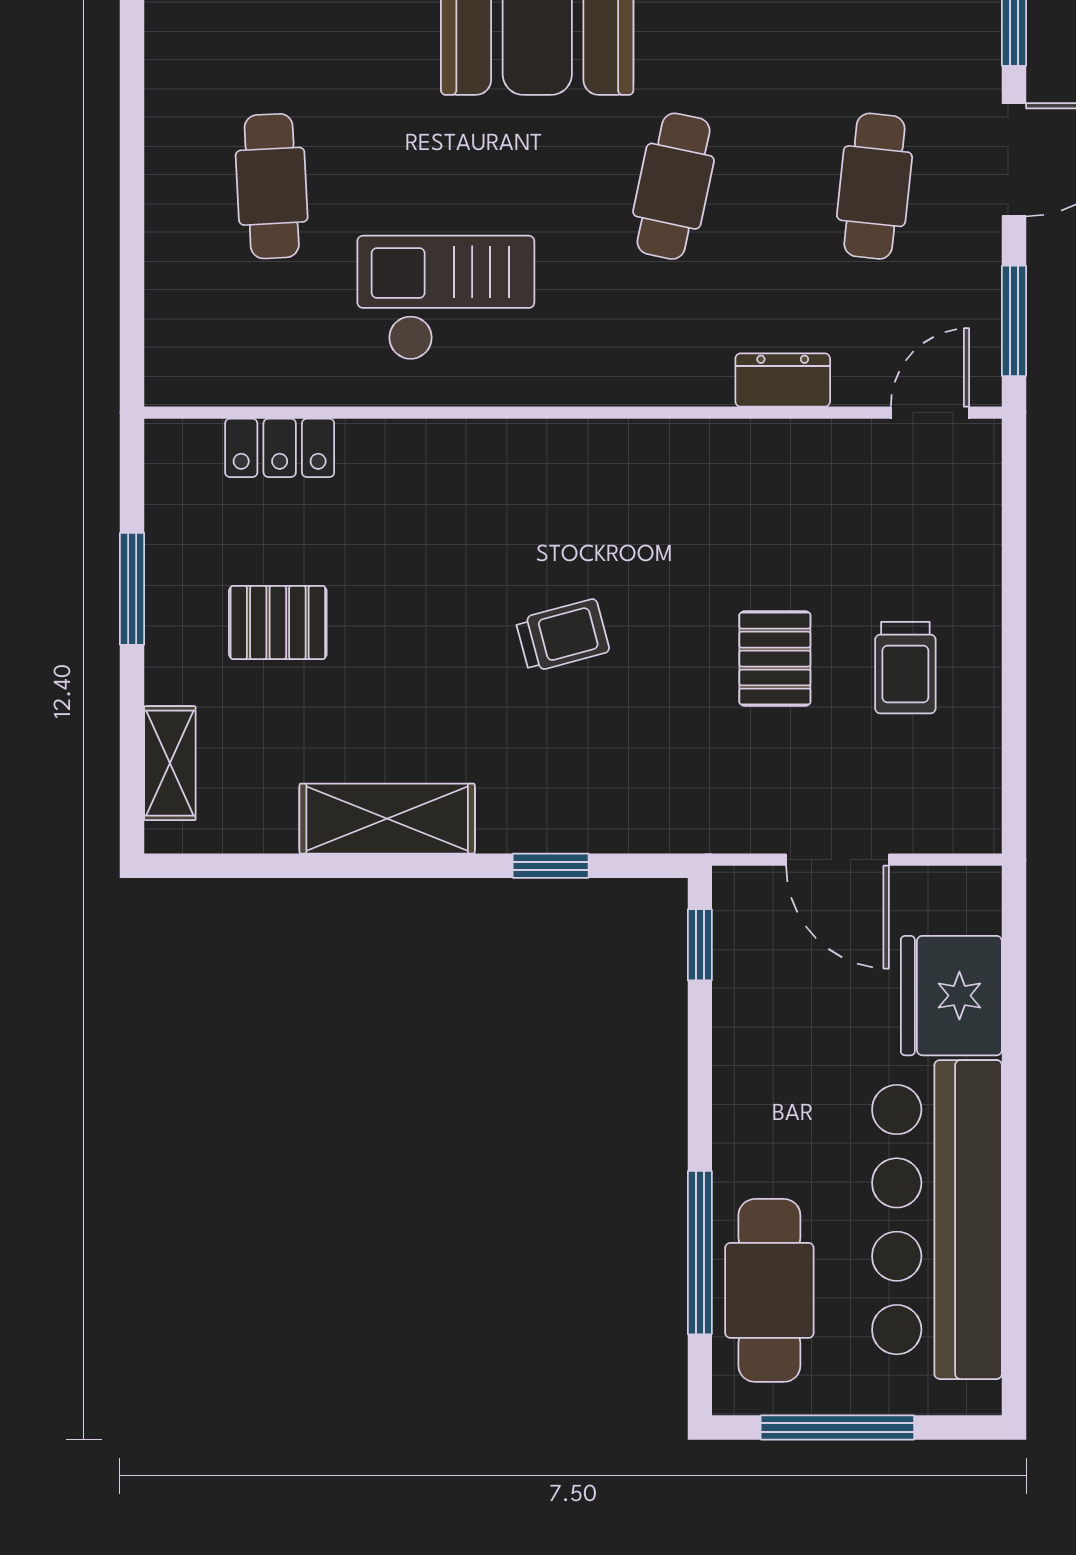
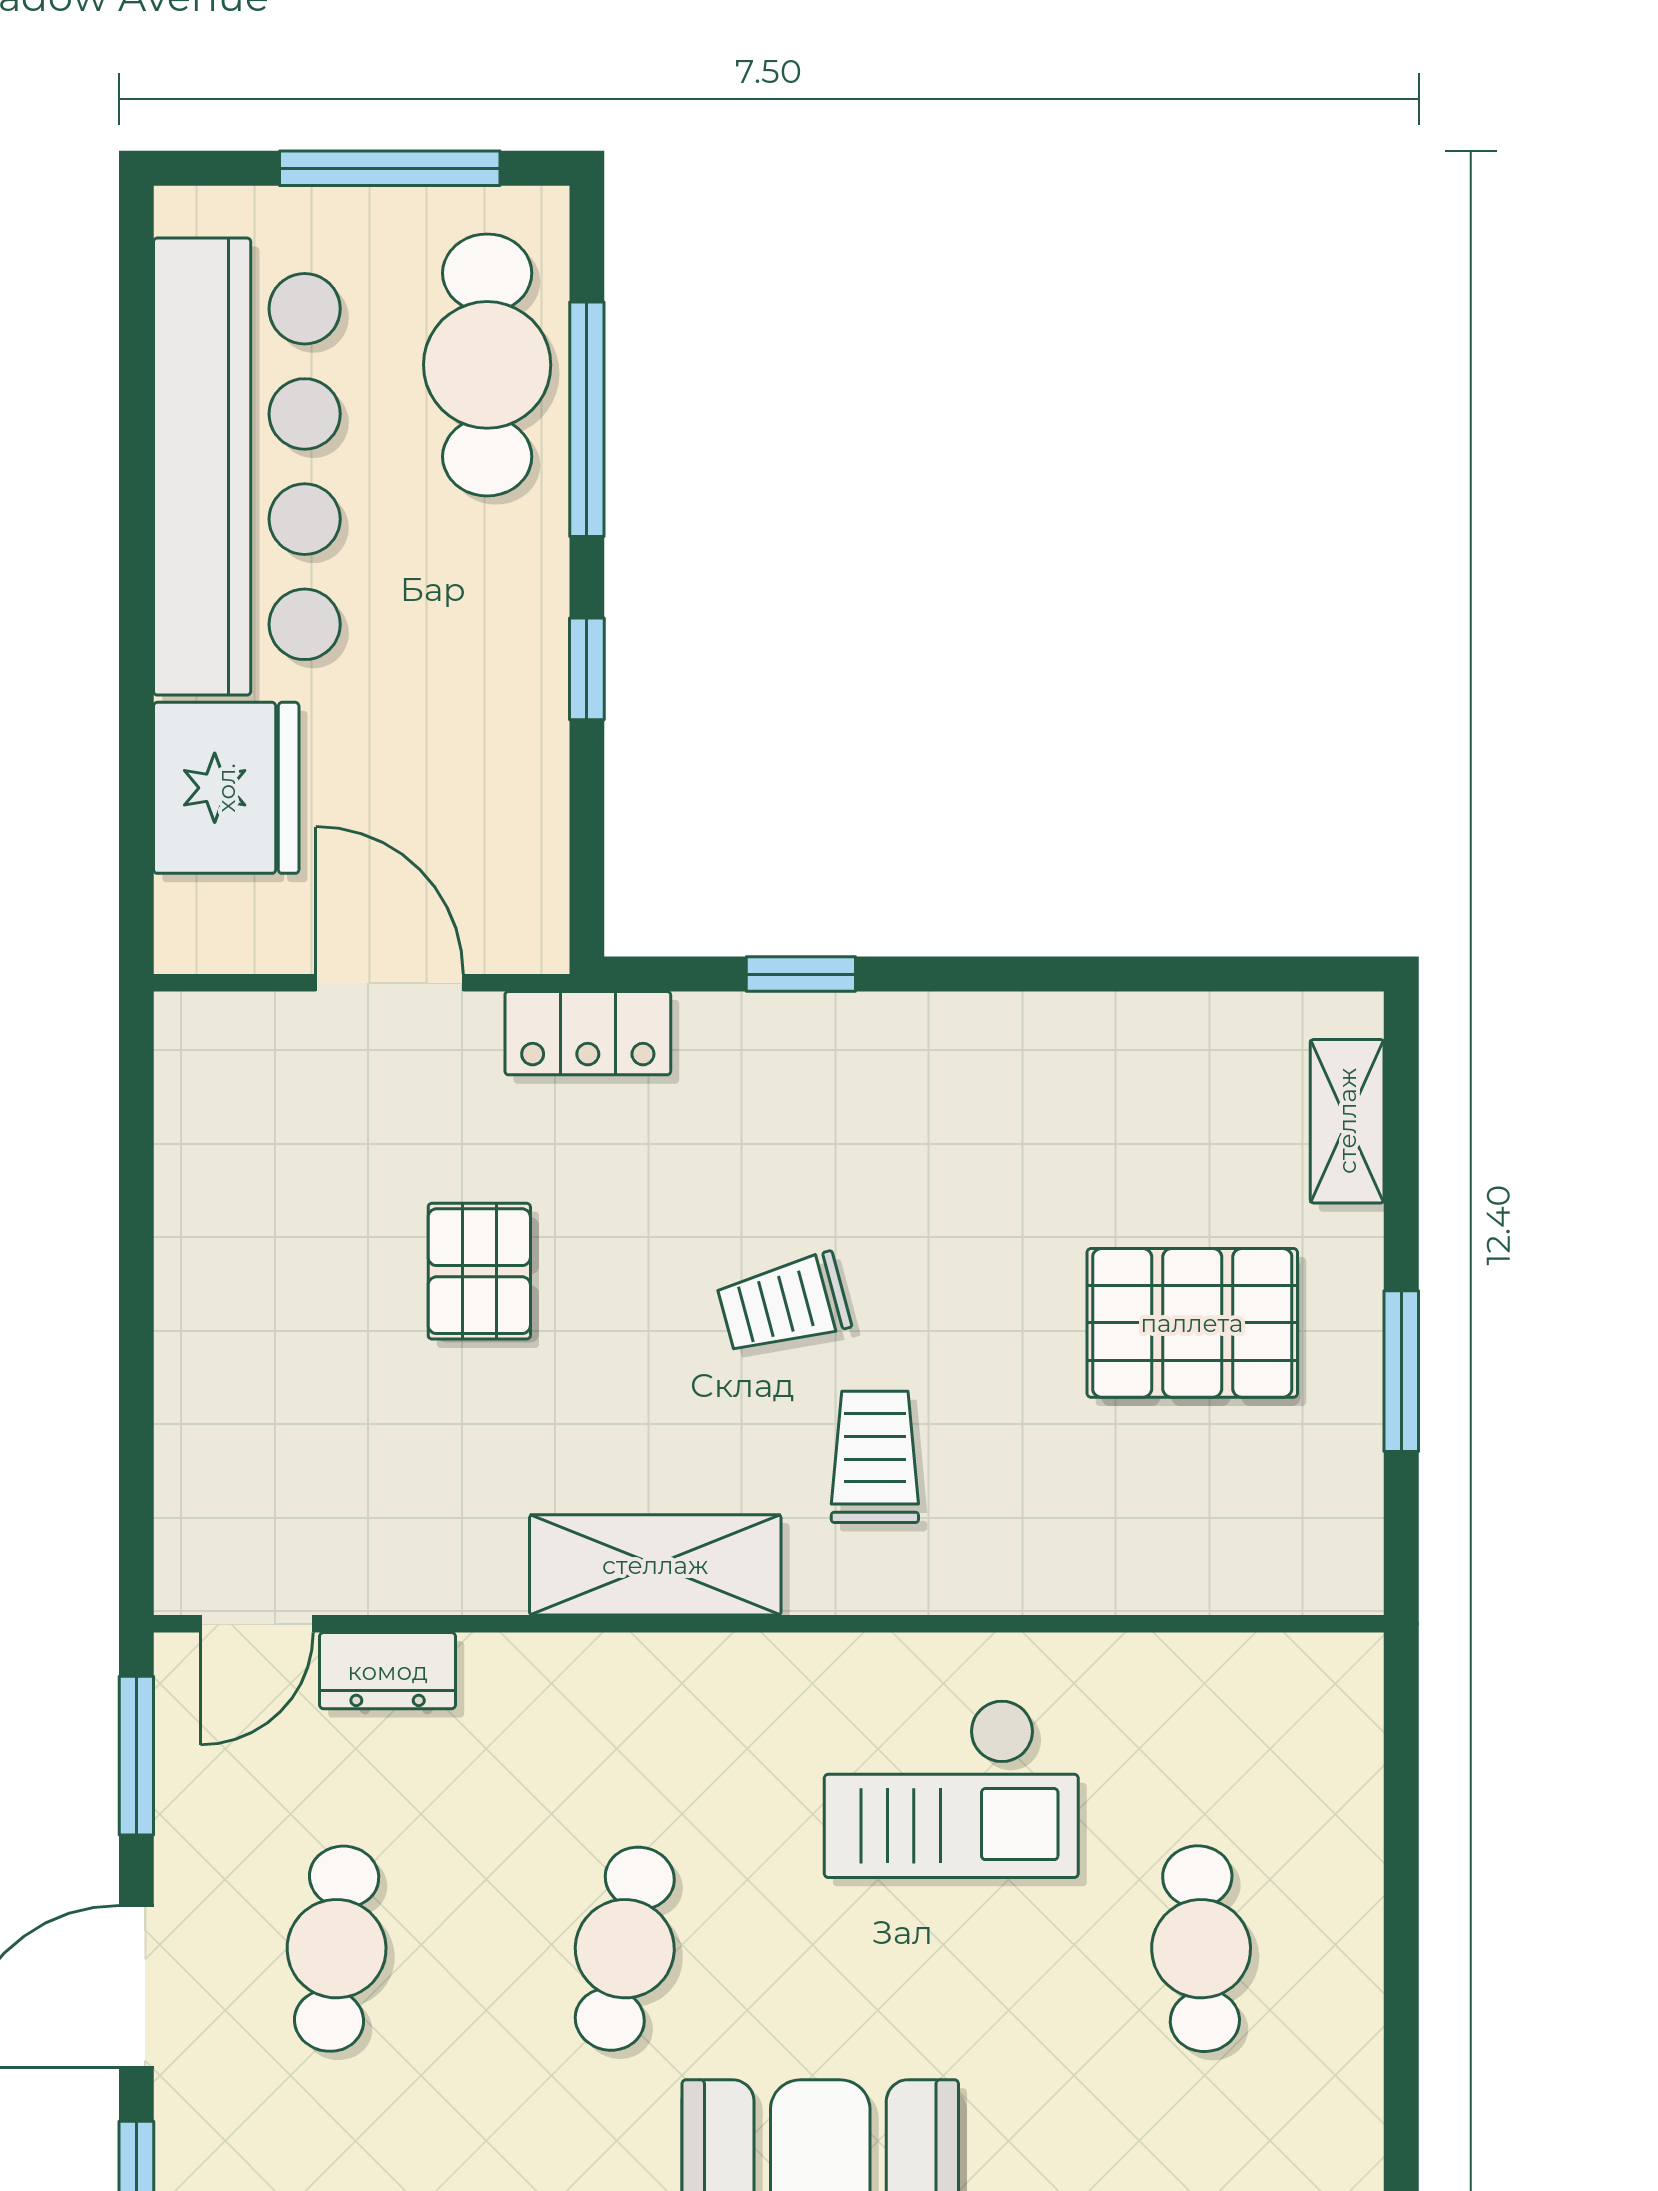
dresser: (783, 380) -> (388, 1671), moved
locker: (280, 448) -> (588, 1033), moved, turned 180
pallet: (278, 622) -> (1192, 1323), width x1.50, depth x1.42
trolley: (905, 668) -> (875, 1457), moved
shelving: (387, 819) -> (655, 1565), moved
window: (700, 945) -> (587, 669), moved

